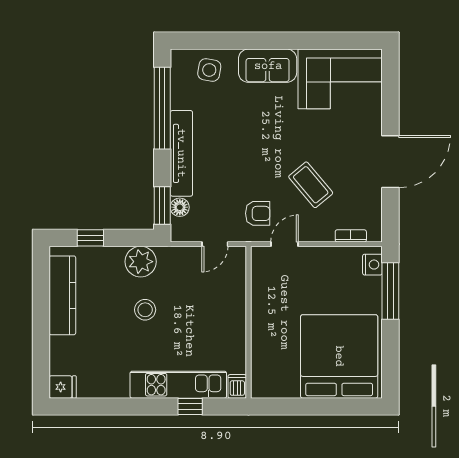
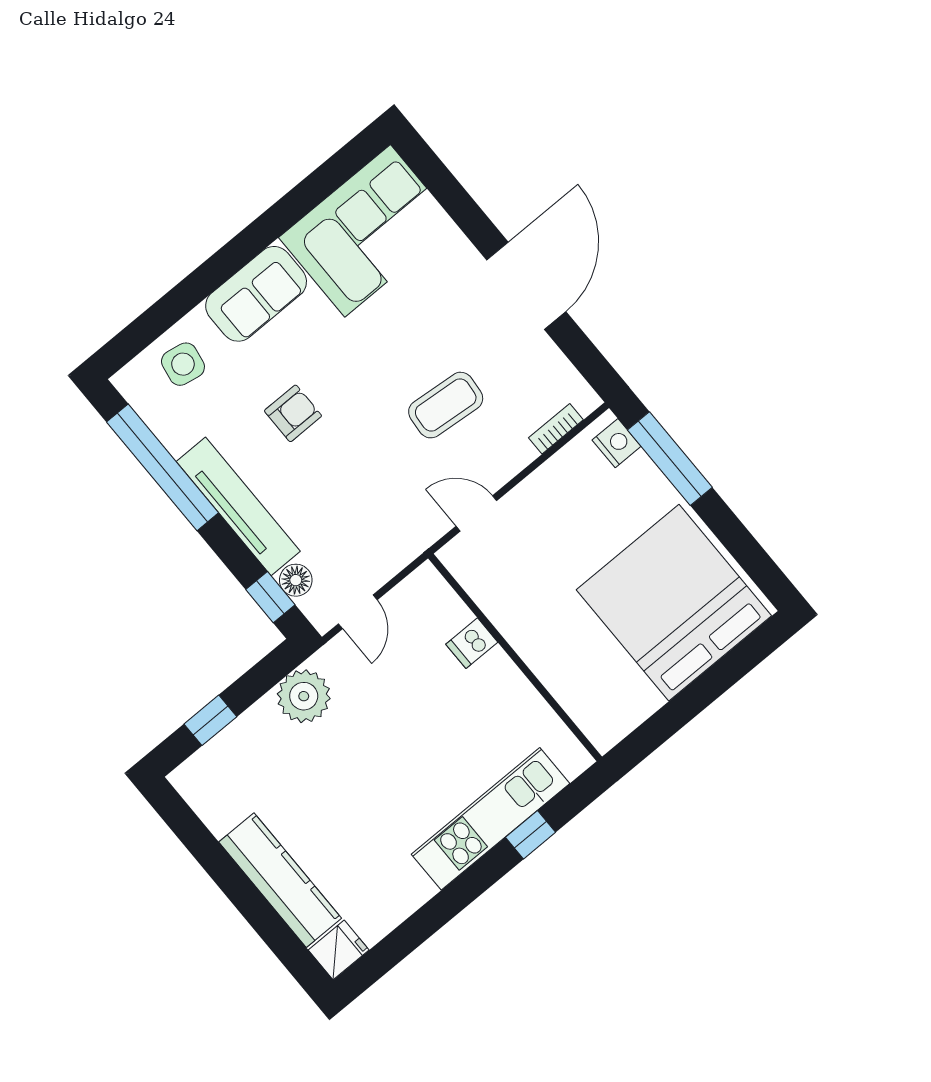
coffee table: (311, 185) -> (446, 405), turned -45
window: (162, 205) -> (270, 597), width x0.67
armchair: (258, 213) -> (293, 413), moved
door: (215, 244) -> (358, 612), moved
door: (284, 244) -> (476, 513), hinge flipped
kitchen counter: (62, 295) -> (280, 880), moved
stool: (145, 310) -> (363, 755), removed
dishwasher: (237, 386) -> (472, 643), moved, turned -90

